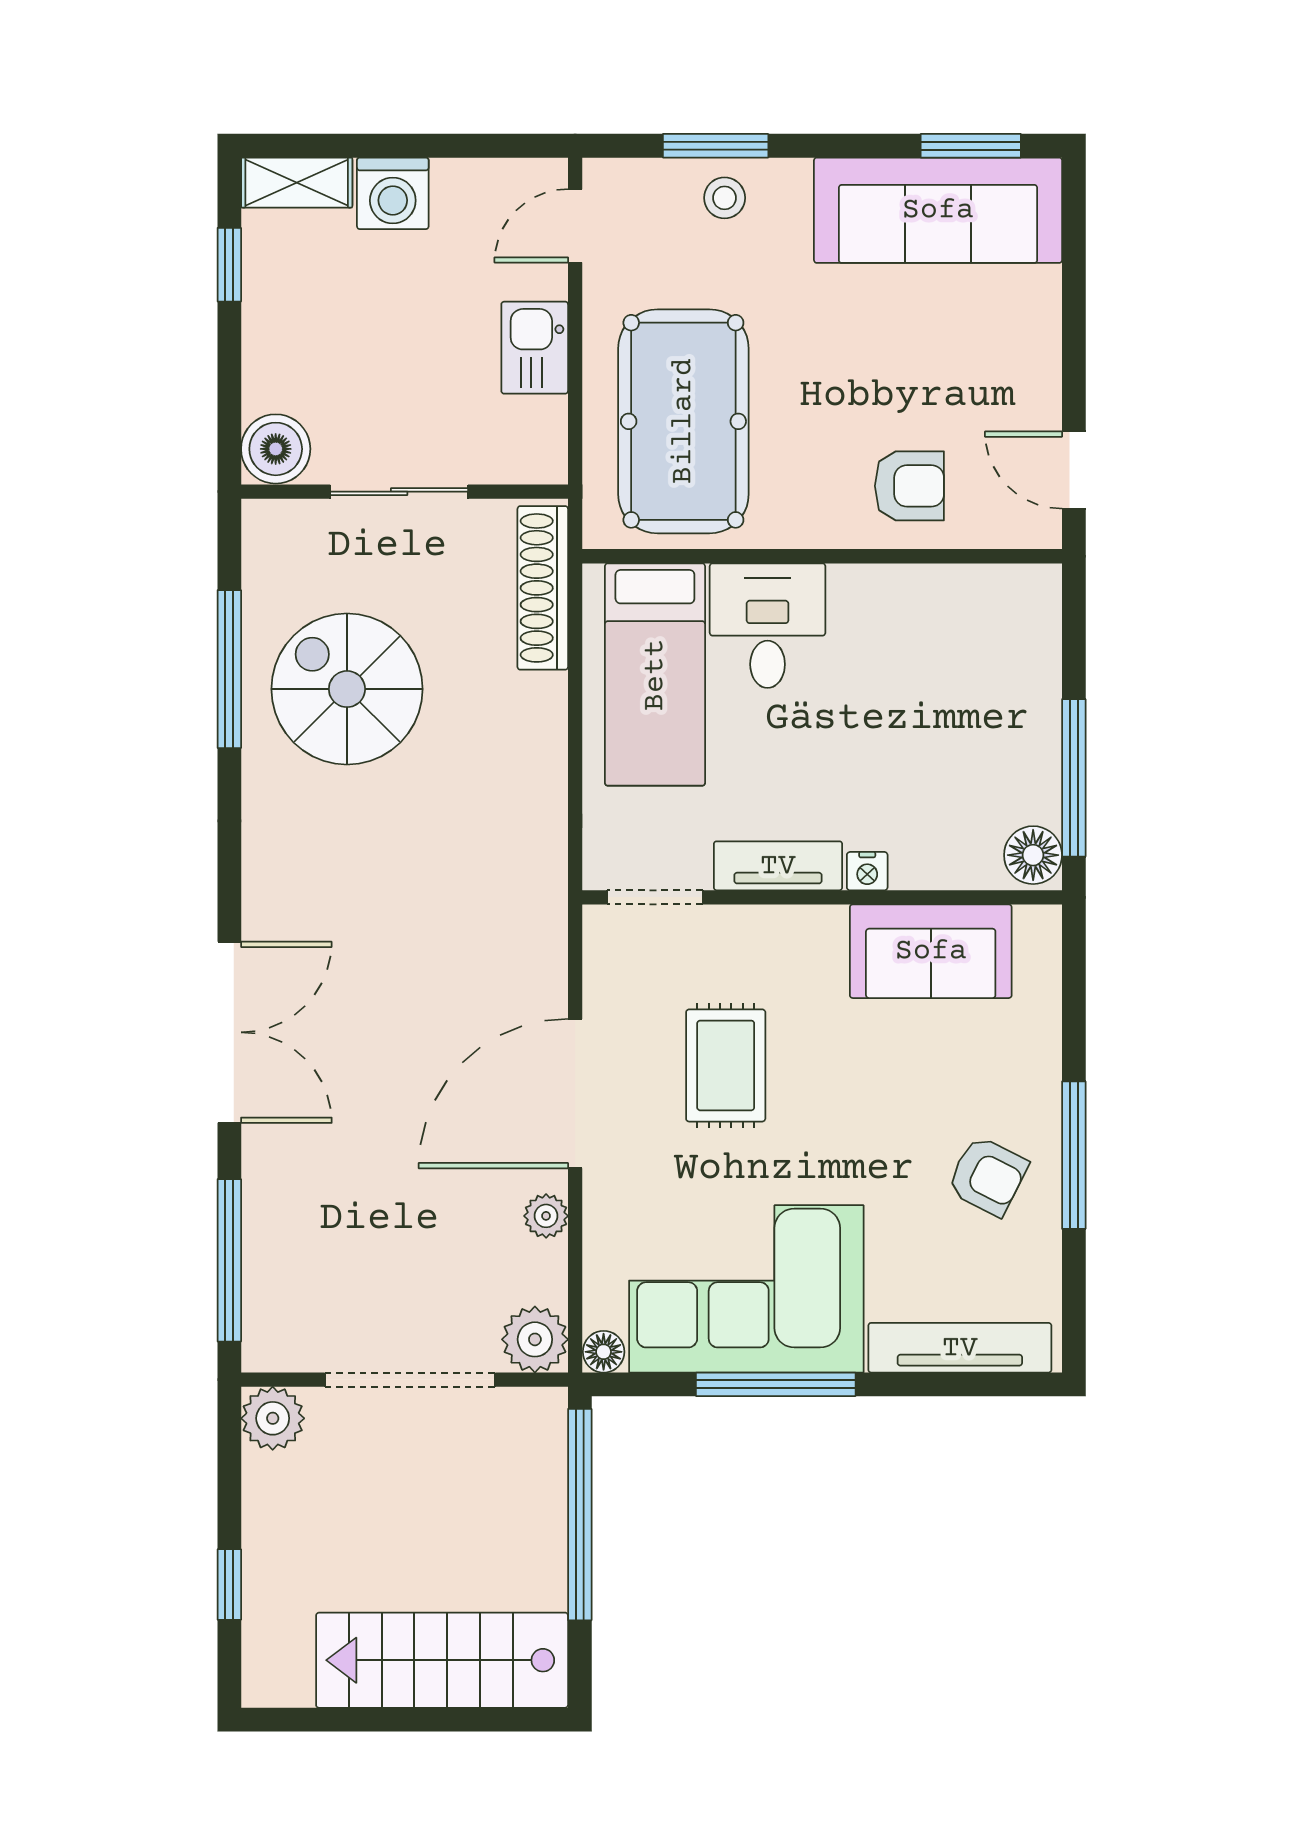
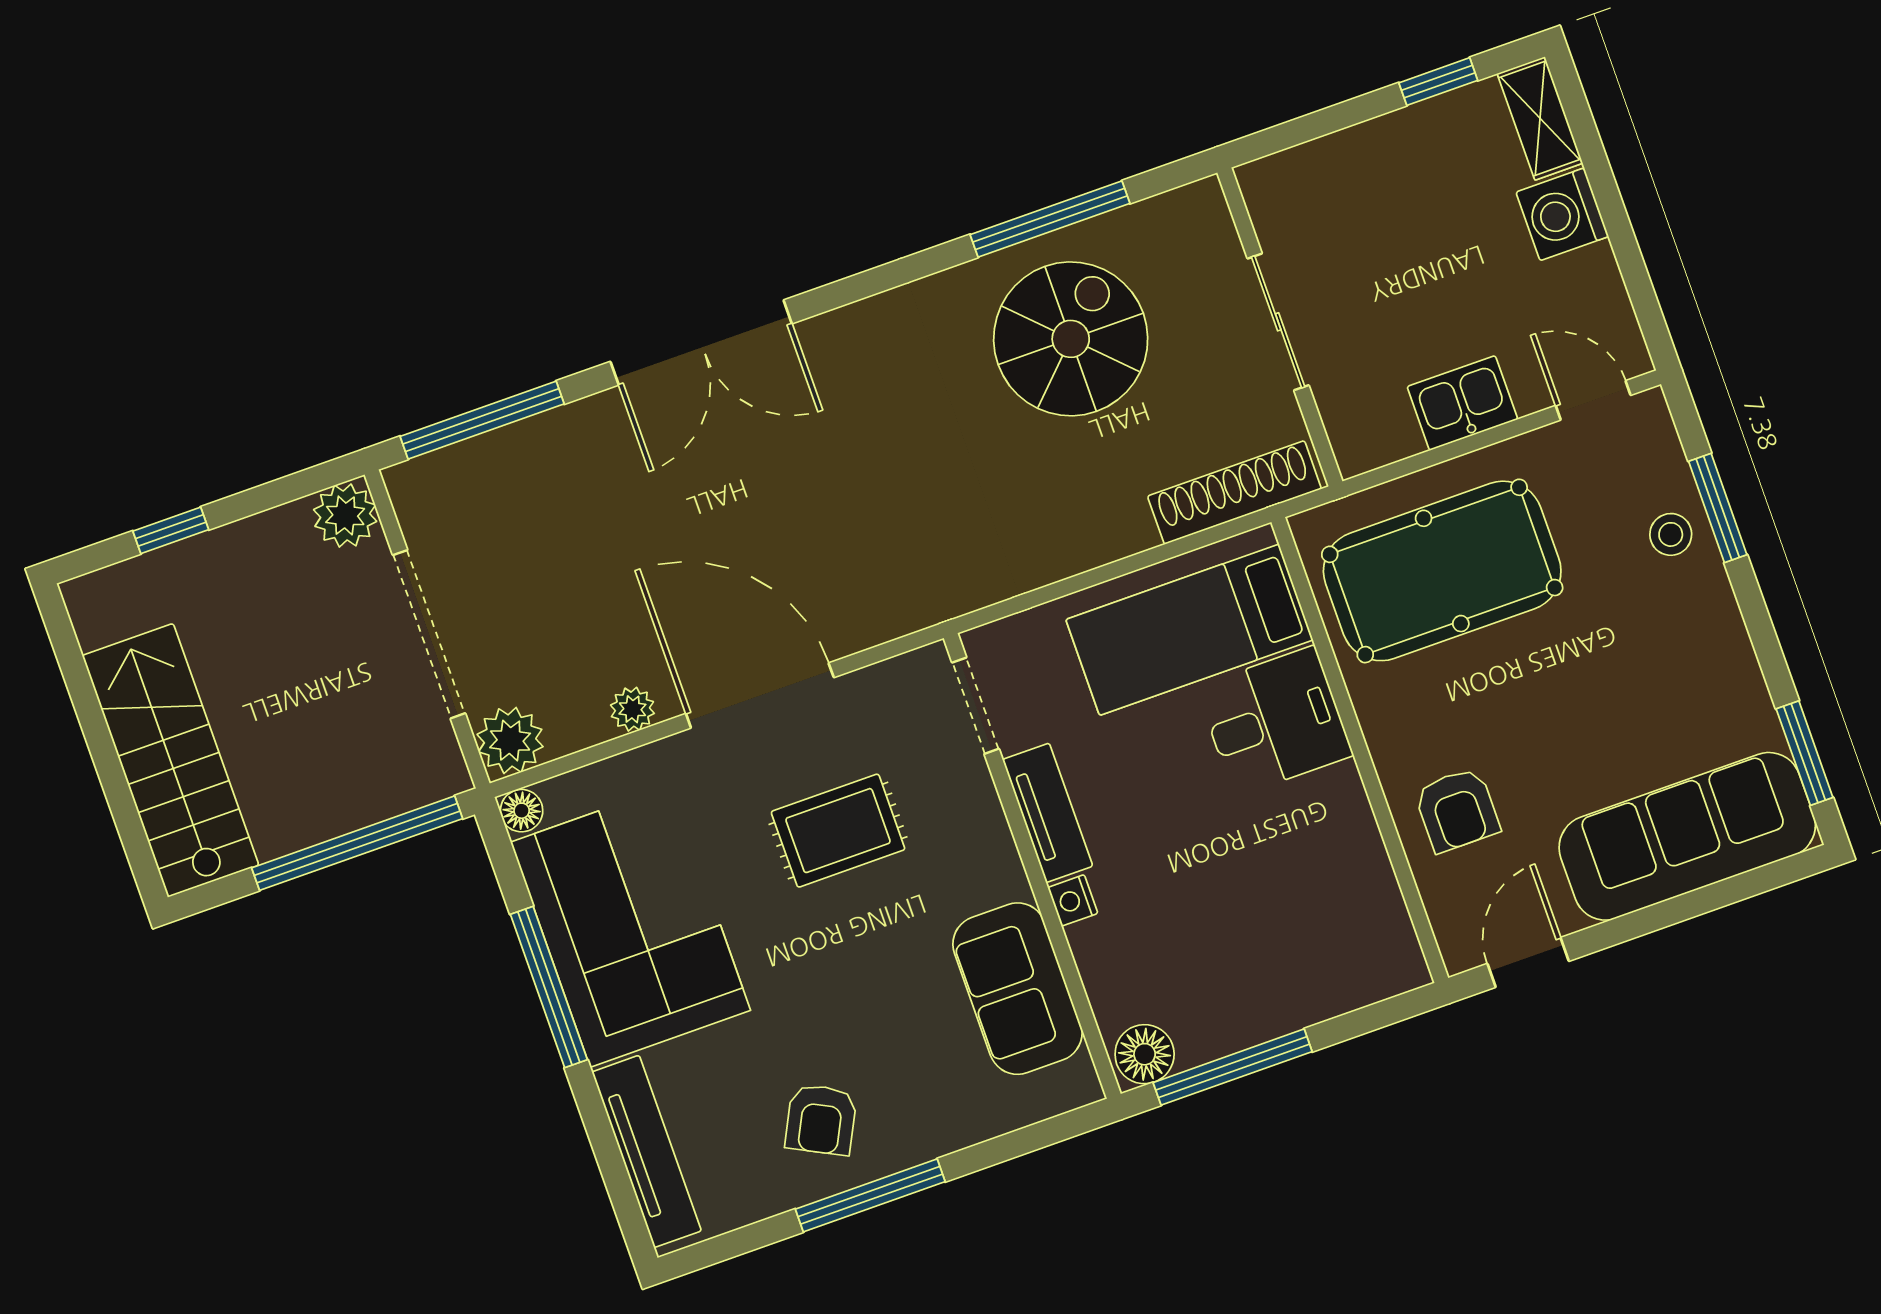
sofa: (938, 210) -> (1687, 836), moved, turned 90
boiler: (276, 449) -> (1277, 189), removed

